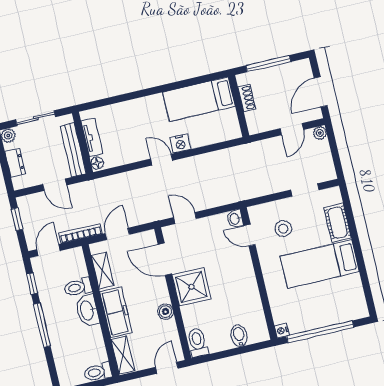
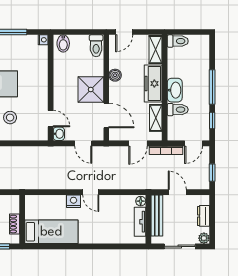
washbasin: (235, 219) -> (59, 134), moved
door: (250, 235) -> (51, 119), moved
wall: (259, 273) -> (51, 88), moved
nightstand: (282, 331) -> (43, 40), moved

